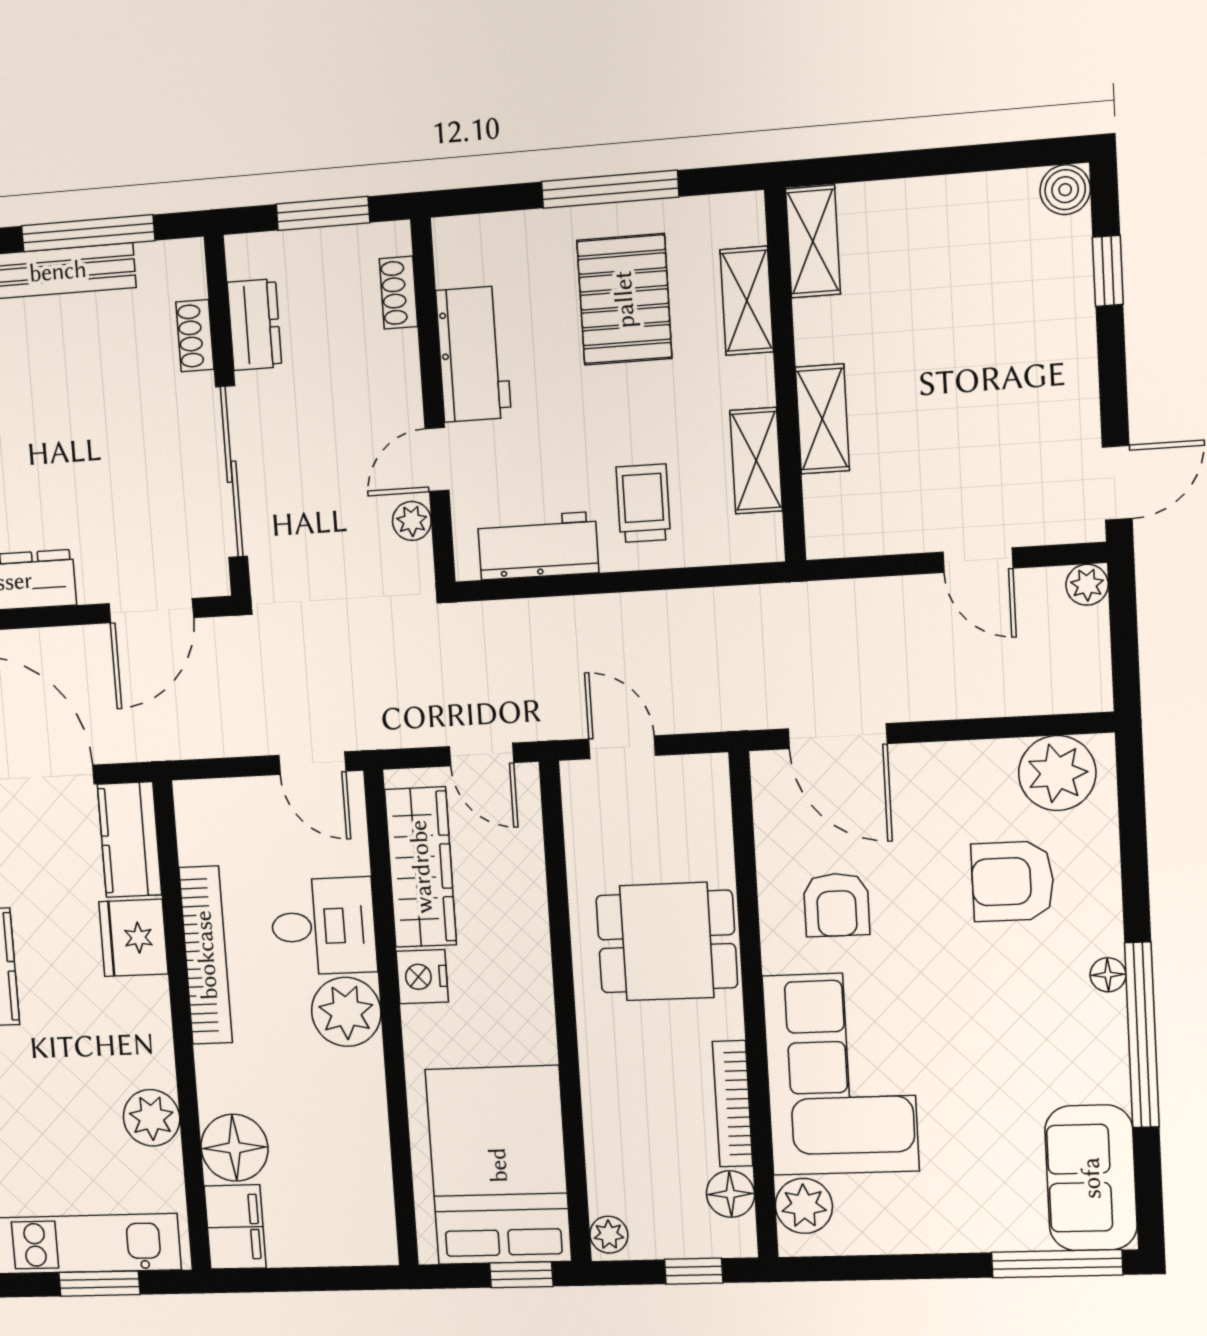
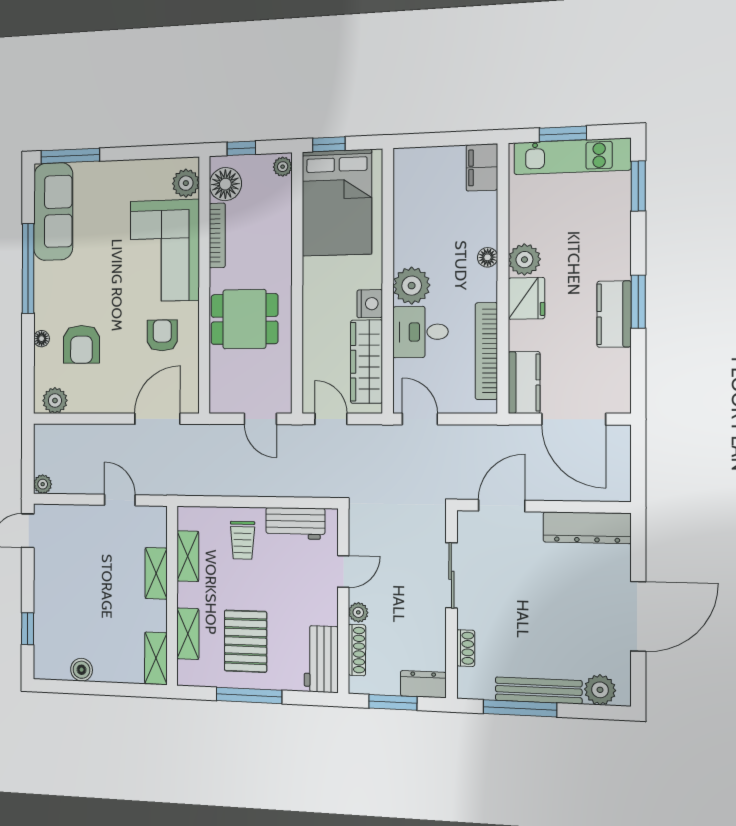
boiler: (1065, 190) -> (82, 670), moved
shoe rack: (398, 293) -> (357, 650), width x1.43
dresser: (254, 325) -> (423, 684), moved, turned 90
workbench: (473, 354) -> (321, 659), moved
sliding door: (232, 472) -> (451, 575), width x0.73
plant: (412, 521) -> (358, 612), moved
door: (978, 560) -> (120, 500), moved
door: (838, 736) -> (157, 419), hinge flipped
plant: (1057, 773) -> (55, 401), width x0.73, depth x0.73
armchair: (1013, 881) -> (81, 344), turned 90
fridge: (133, 938) -> (526, 298), moved
bookcase: (206, 955) -> (486, 351), moved
floor lamp: (1108, 975) -> (42, 339), moved
plant: (152, 1118) -> (524, 260), moved
floor lamp: (234, 1148) -> (488, 257), moved, width x0.53, depth x0.53
sofa: (1091, 1178) -> (53, 212), width x1.36
floor lamp: (730, 1194) -> (225, 184), width x1.38, depth x1.38

